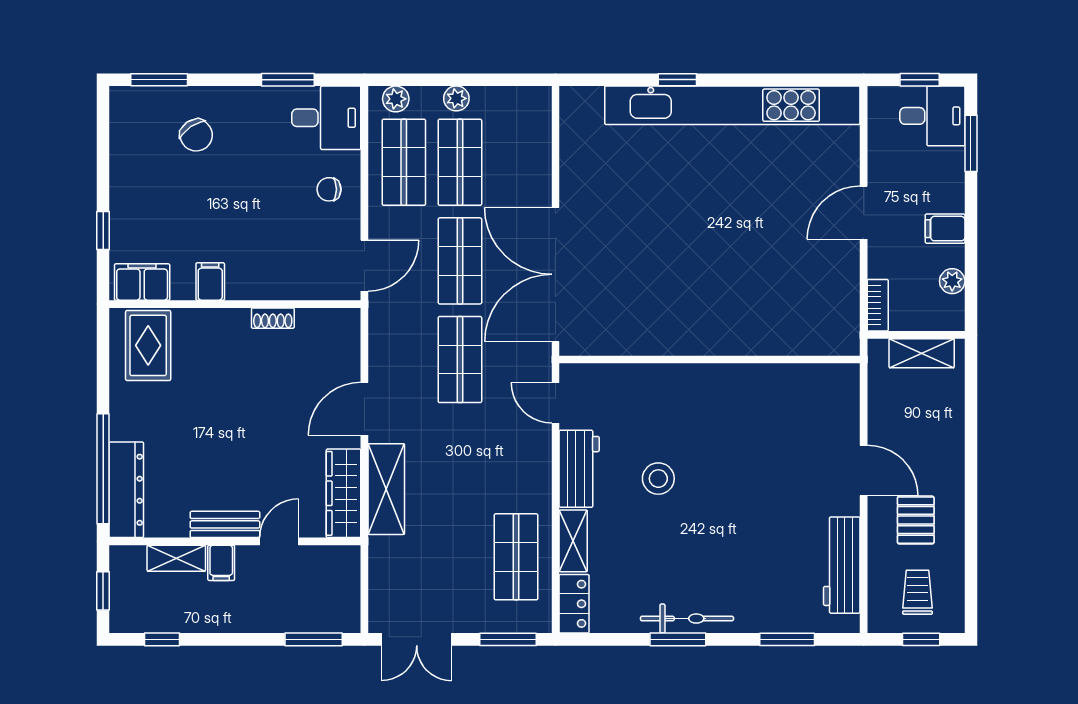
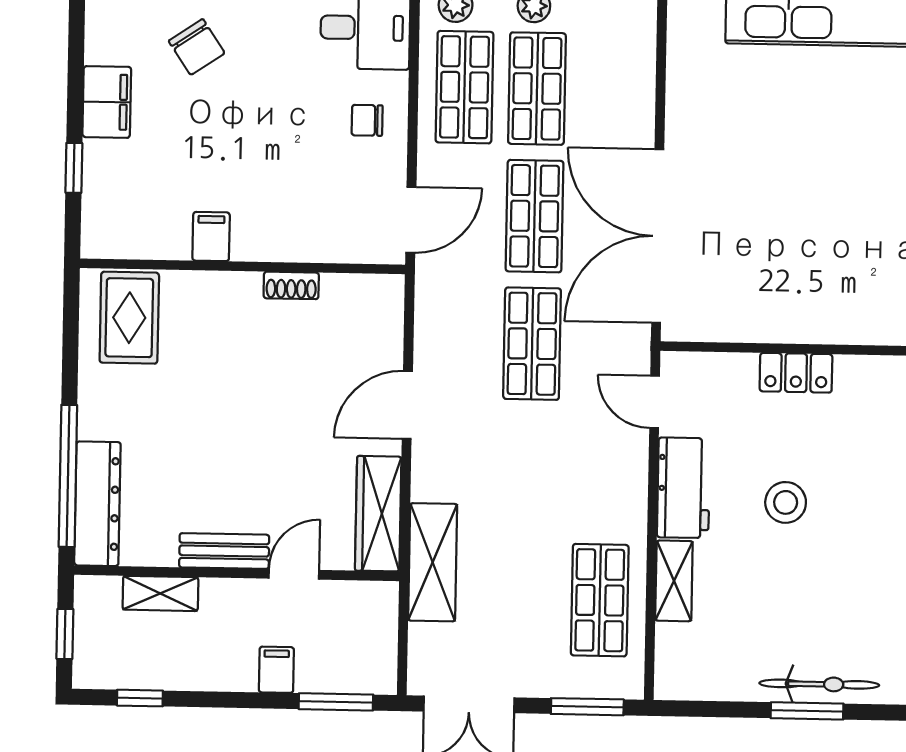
filing cabinet: (142, 282) -> (107, 102), moved, turned 90
shelving: (386, 489) -> (433, 562), moved
filing cabinet: (221, 563) -> (276, 670), moved, turned 180
locker: (574, 604) -> (796, 373), moved, turned 90

